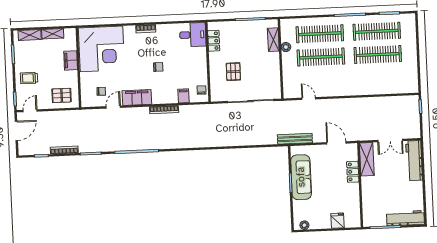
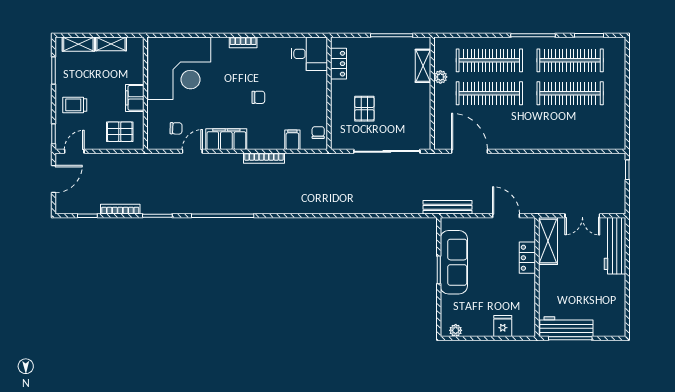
filing cabinet: (71, 60) -> (135, 98), moved
door: (309, 99) -> (469, 151), width x1.88
workbench: (405, 218) -> (566, 327), moved

